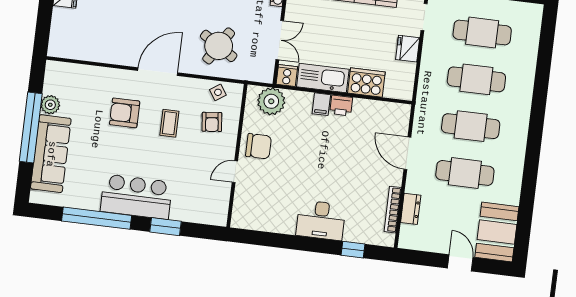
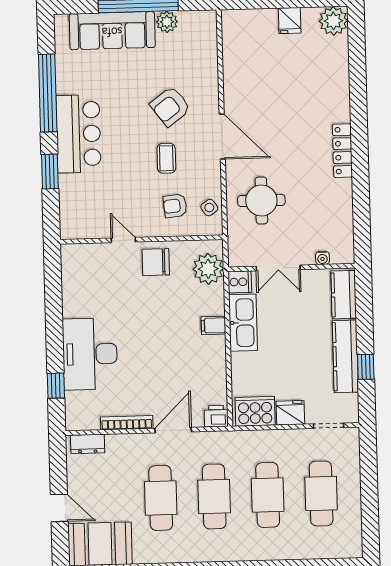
round table: (219, 46) -> (261, 200), turned -32
cooker: (366, 83) -> (255, 411), moved, turned -90
printer: (341, 105) -> (216, 416), moved, turned 90
armchair: (125, 113) -> (170, 106), turned -127
coffee table: (169, 123) -> (166, 158), turned 90
chair: (259, 146) -> (156, 262), turned 90
dresser: (411, 209) -> (88, 444), moved
bookcase: (393, 210) -> (127, 423), moved
desk: (321, 220) -> (90, 354), width x1.36, depth x1.30
door: (460, 263) -> (59, 508), hinge flipped

